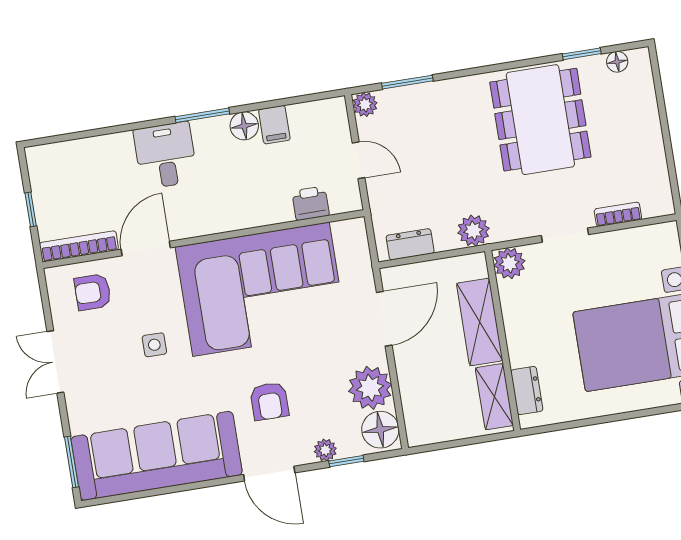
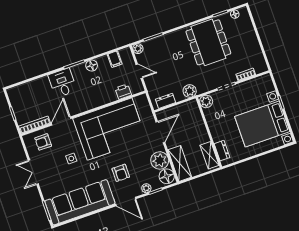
filing cabinet: (274, 125) -> (115, 59), moved
shelving: (480, 322) -> (180, 163), moved

